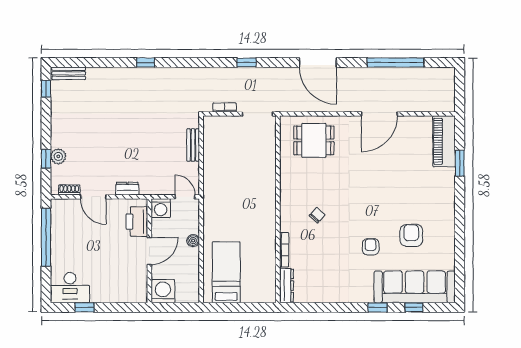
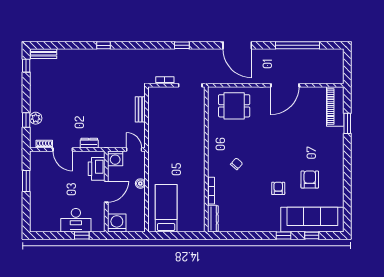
window: (46, 237) -> (26, 181), width x0.47
desk: (70, 288) -> (76, 220), moved
window: (85, 307) -> (82, 235), moved

